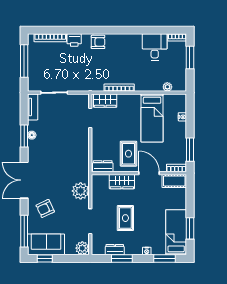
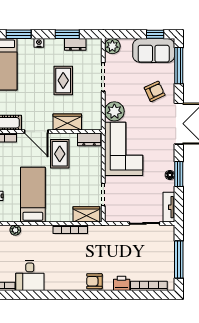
corner sofa: (72, 158) -> (124, 149), added

